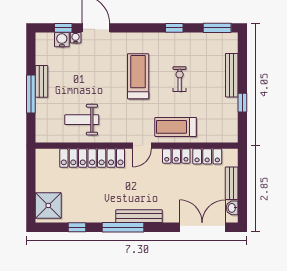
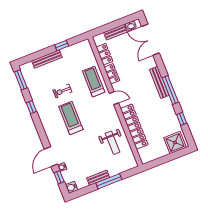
water cooler: (62, 40) -> (72, 187), moved
treadmill: (138, 76) -> (71, 118), turned 90
treadmill: (176, 127) -> (94, 82), turned 180

